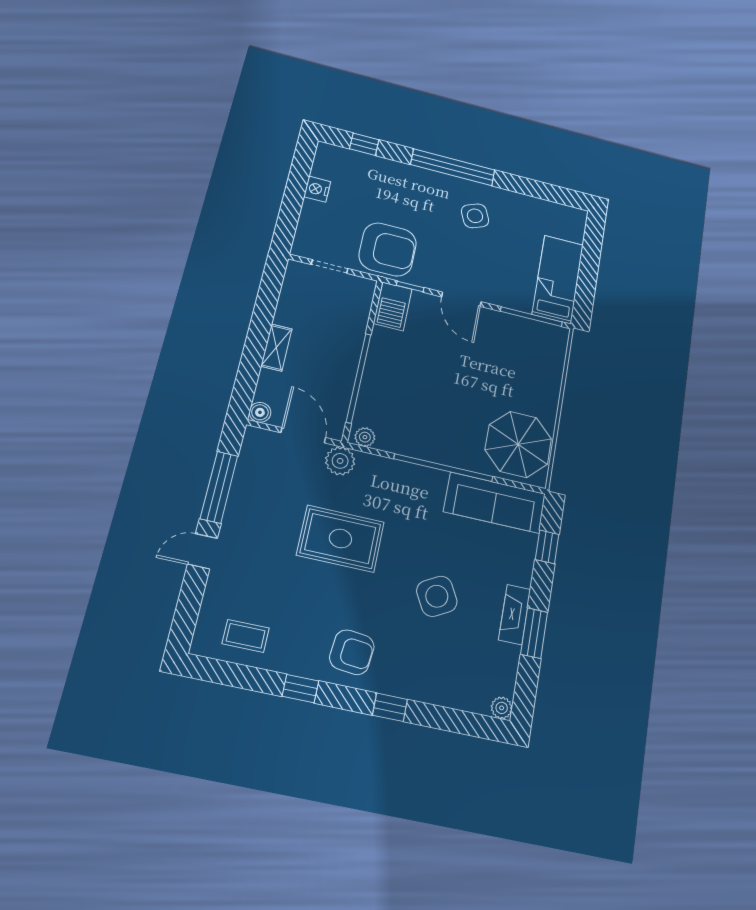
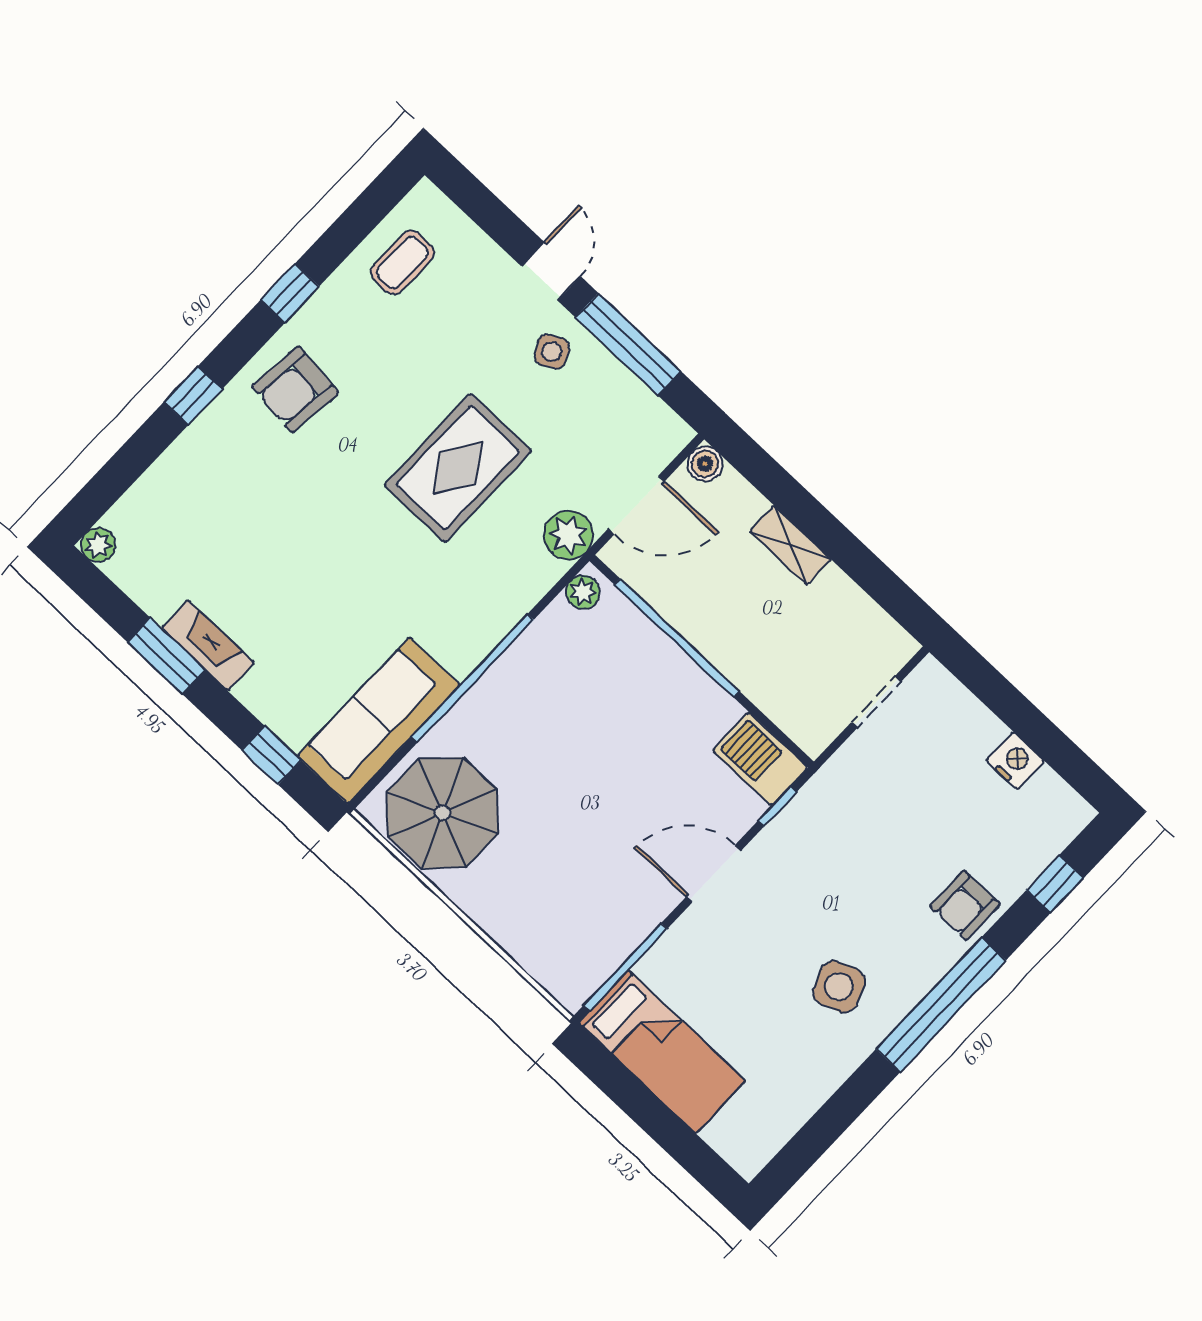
armchair: (388, 249) -> (965, 905), moved, width x0.53, depth x0.53
side table: (437, 596) -> (552, 352), moved, width x0.54, depth x0.54

